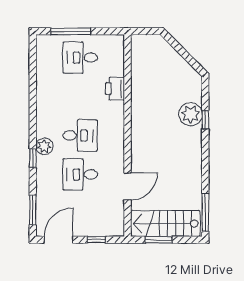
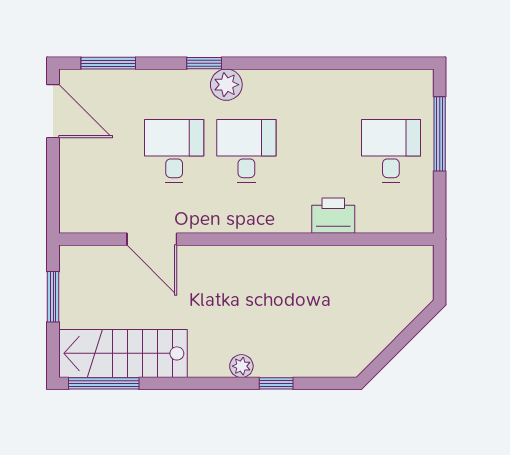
plant: (191, 114) -> (241, 366), moved, width x0.53, depth x0.53
desk: (80, 136) -> (246, 151), turned 180
stairs: (165, 224) -> (123, 353), moved, turned -90
window: (96, 240) -> (53, 181), removed

